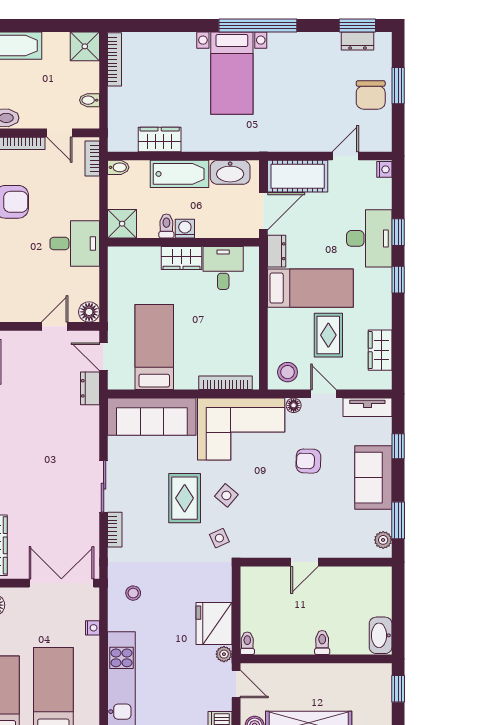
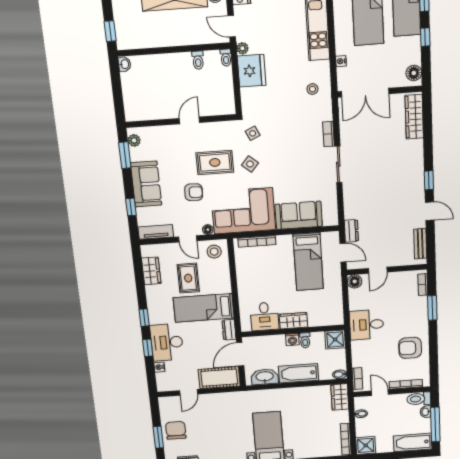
wardrobe: (160, 139) -> (340, 397), moved, turned 90
nightstand: (384, 169) -> (159, 367), moved
sofa: (152, 417) -> (299, 215), width x0.73
rug: (185, 498) -> (215, 162), moved, turned 90
washbasin: (381, 635) -> (125, 64), width x0.52, depth x0.69
toilet: (322, 643) -> (198, 60), moved

